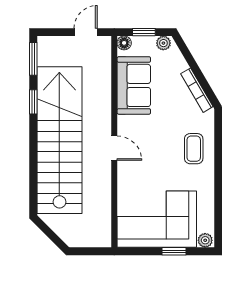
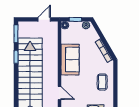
sofa: (134, 85) -> (70, 60), moved
door: (114, 148) -> (60, 93), moved

